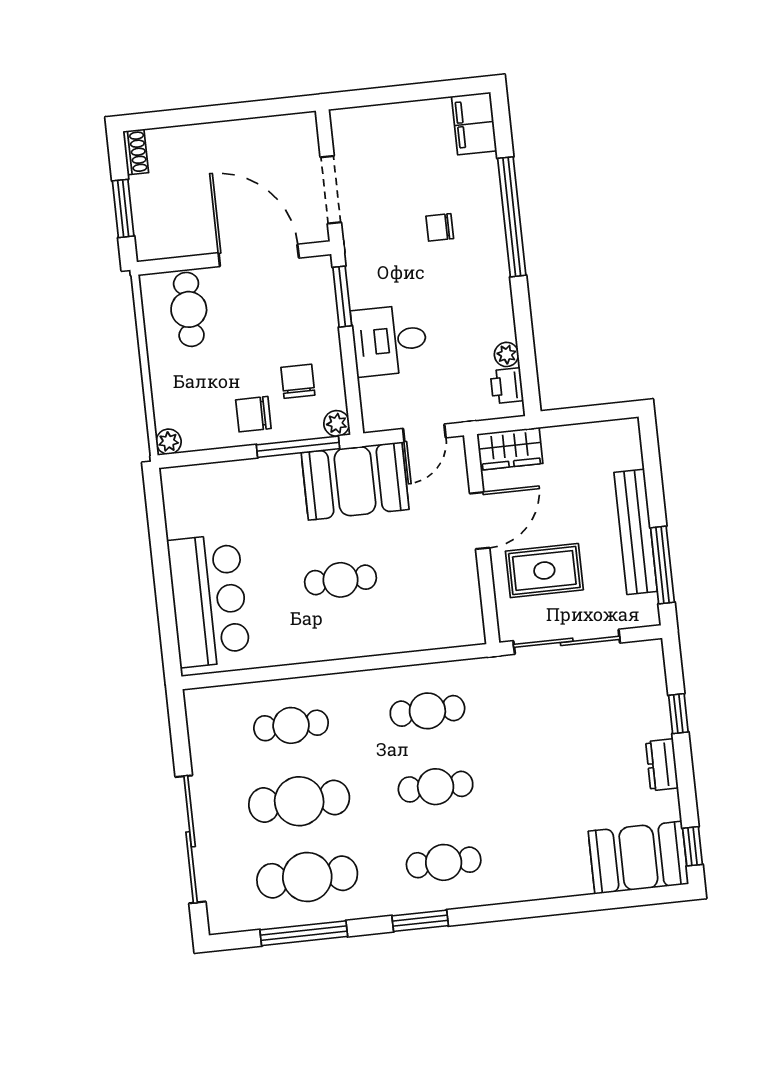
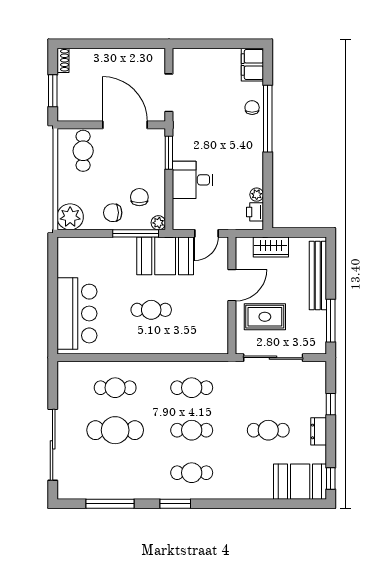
chair: (440, 227) -> (252, 108), moved, turned 90
plant: (169, 442) -> (70, 217), width x1.88, depth x1.88
wardrobe: (510, 449) -> (271, 247), moved
bench: (636, 532) -> (318, 276), moved
cafe table: (307, 877) -> (268, 430), moved, width x0.73, depth x0.74

